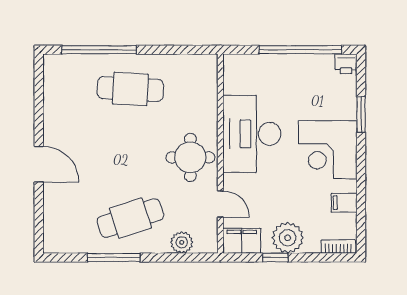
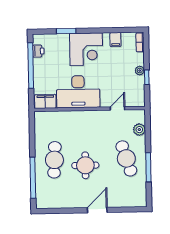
printer: (346, 64) -> (38, 51), moved
round table: (190, 157) -> (85, 165), moved
plant: (288, 238) -> (140, 71), width x0.53, depth x0.53
filing cabinet: (242, 241) -> (45, 101), moved, turned 90

